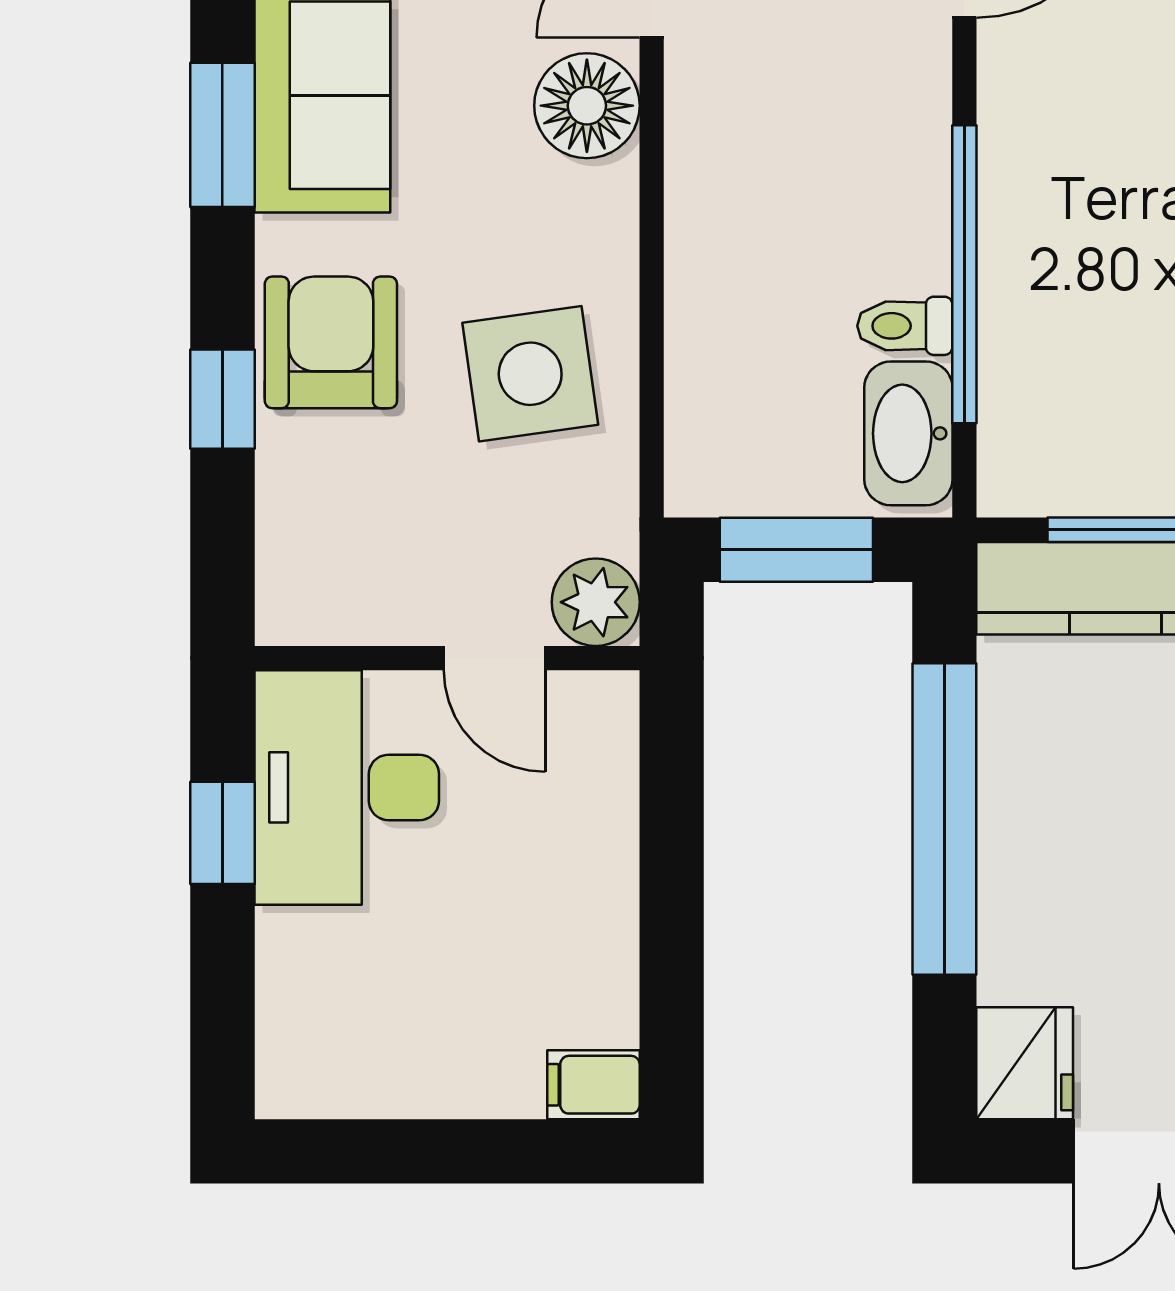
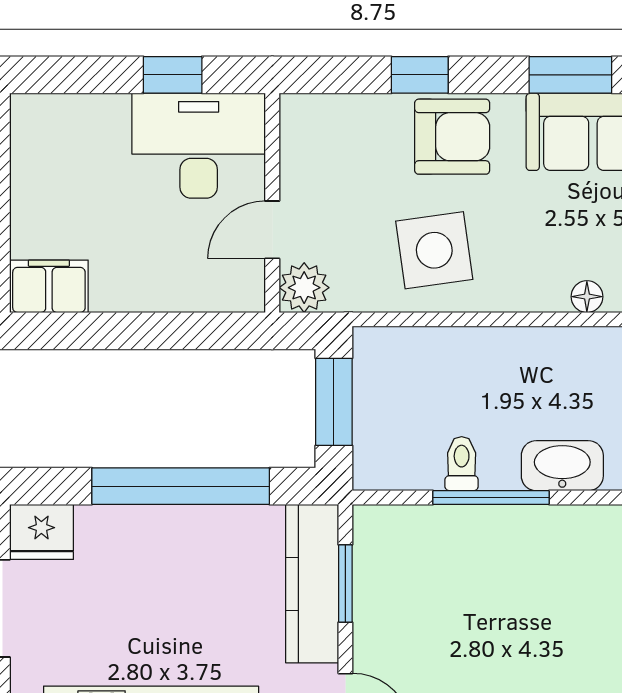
floor lamp: (587, 106) -> (587, 297), width x0.53, depth x0.53
window: (964, 274) -> (491, 498), width x0.68
washbasin: (908, 433) -> (562, 466), moved
filing cabinet: (594, 1085) -> (49, 286), width x2.00

